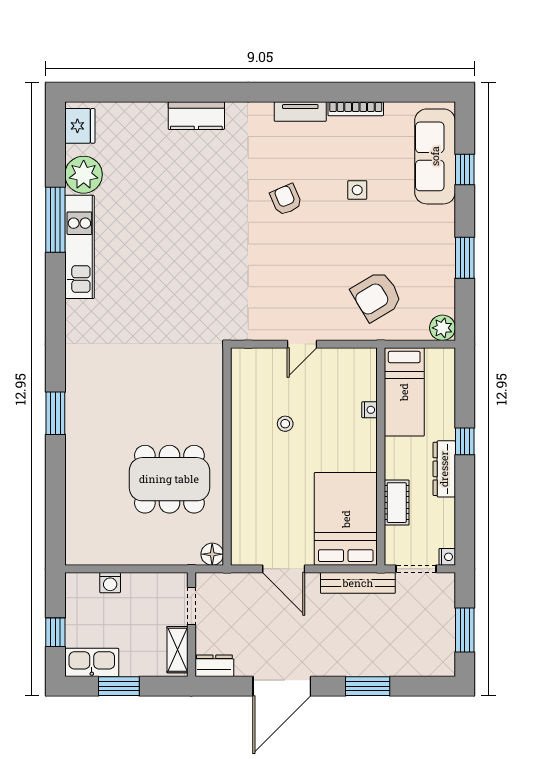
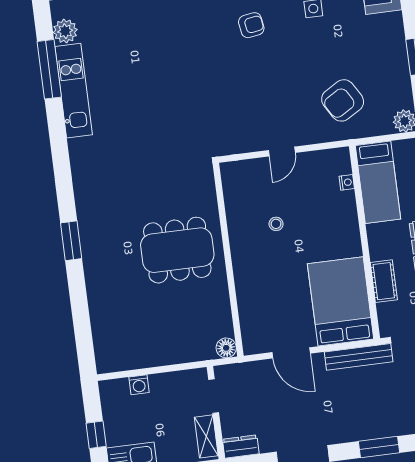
plant: (84, 175) -> (65, 31), width x0.73, depth x0.73
armchair: (286, 200) -> (251, 25), turned 104
nightstand: (370, 410) -> (347, 182), moved
dining table: (169, 479) -> (177, 250), moved

